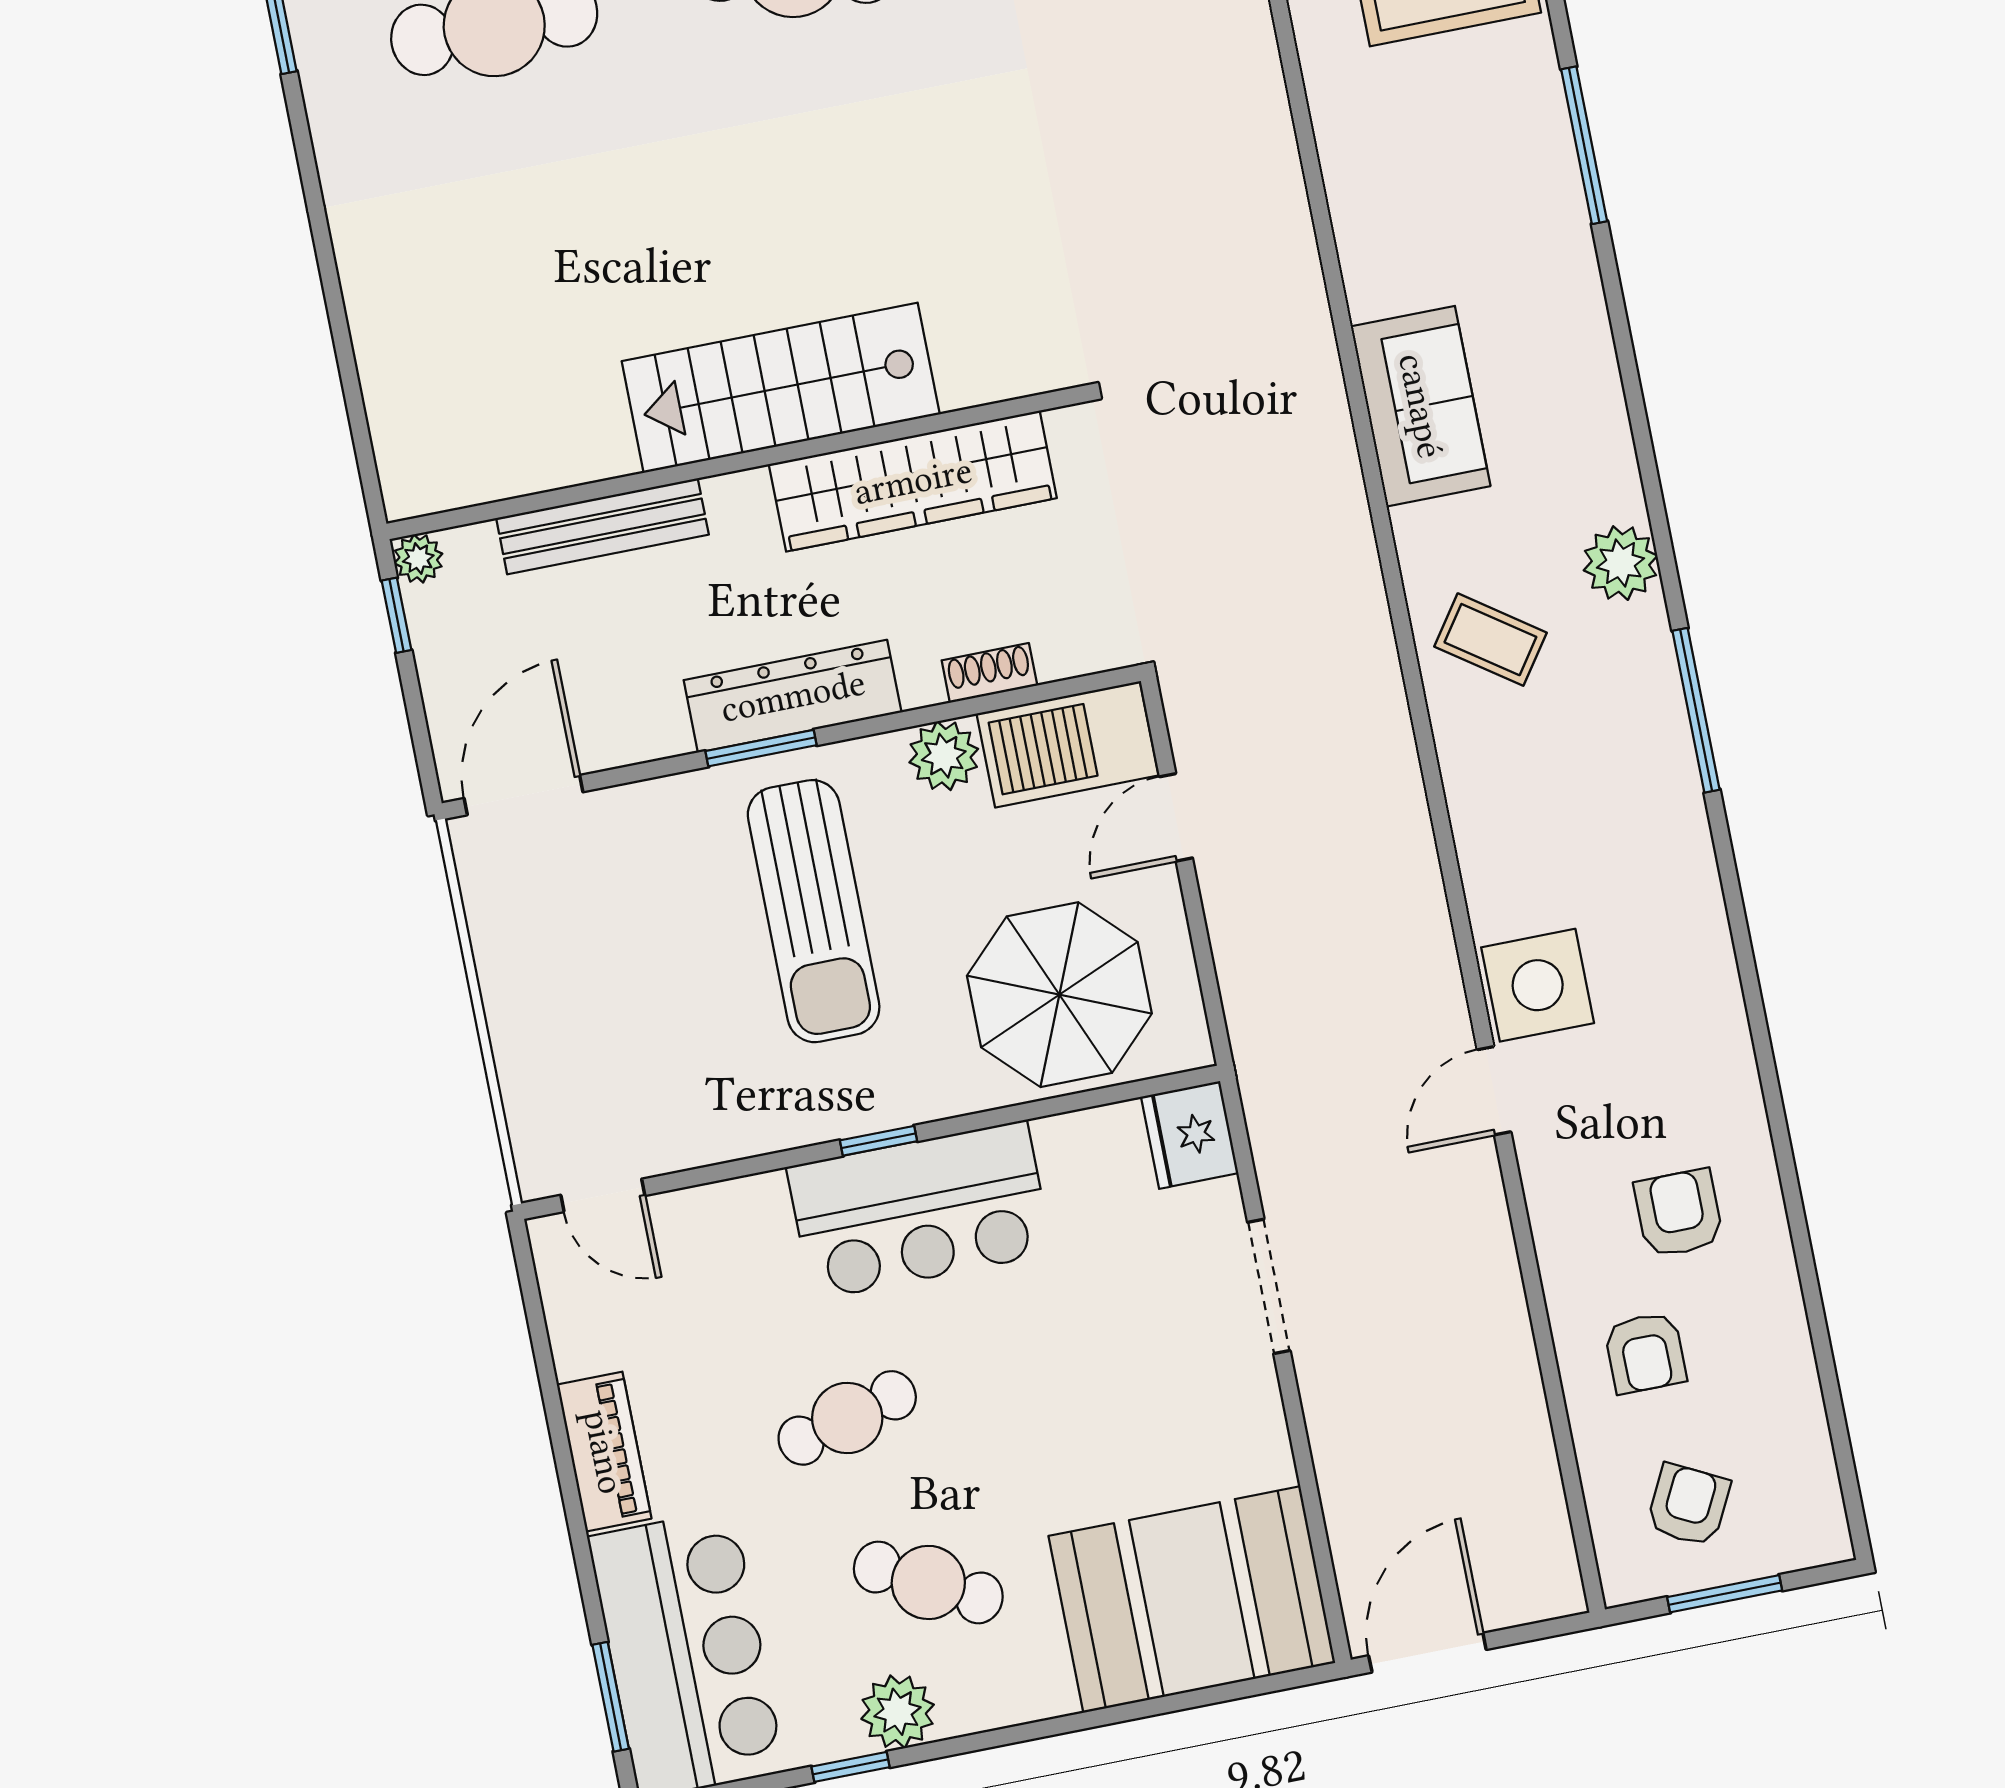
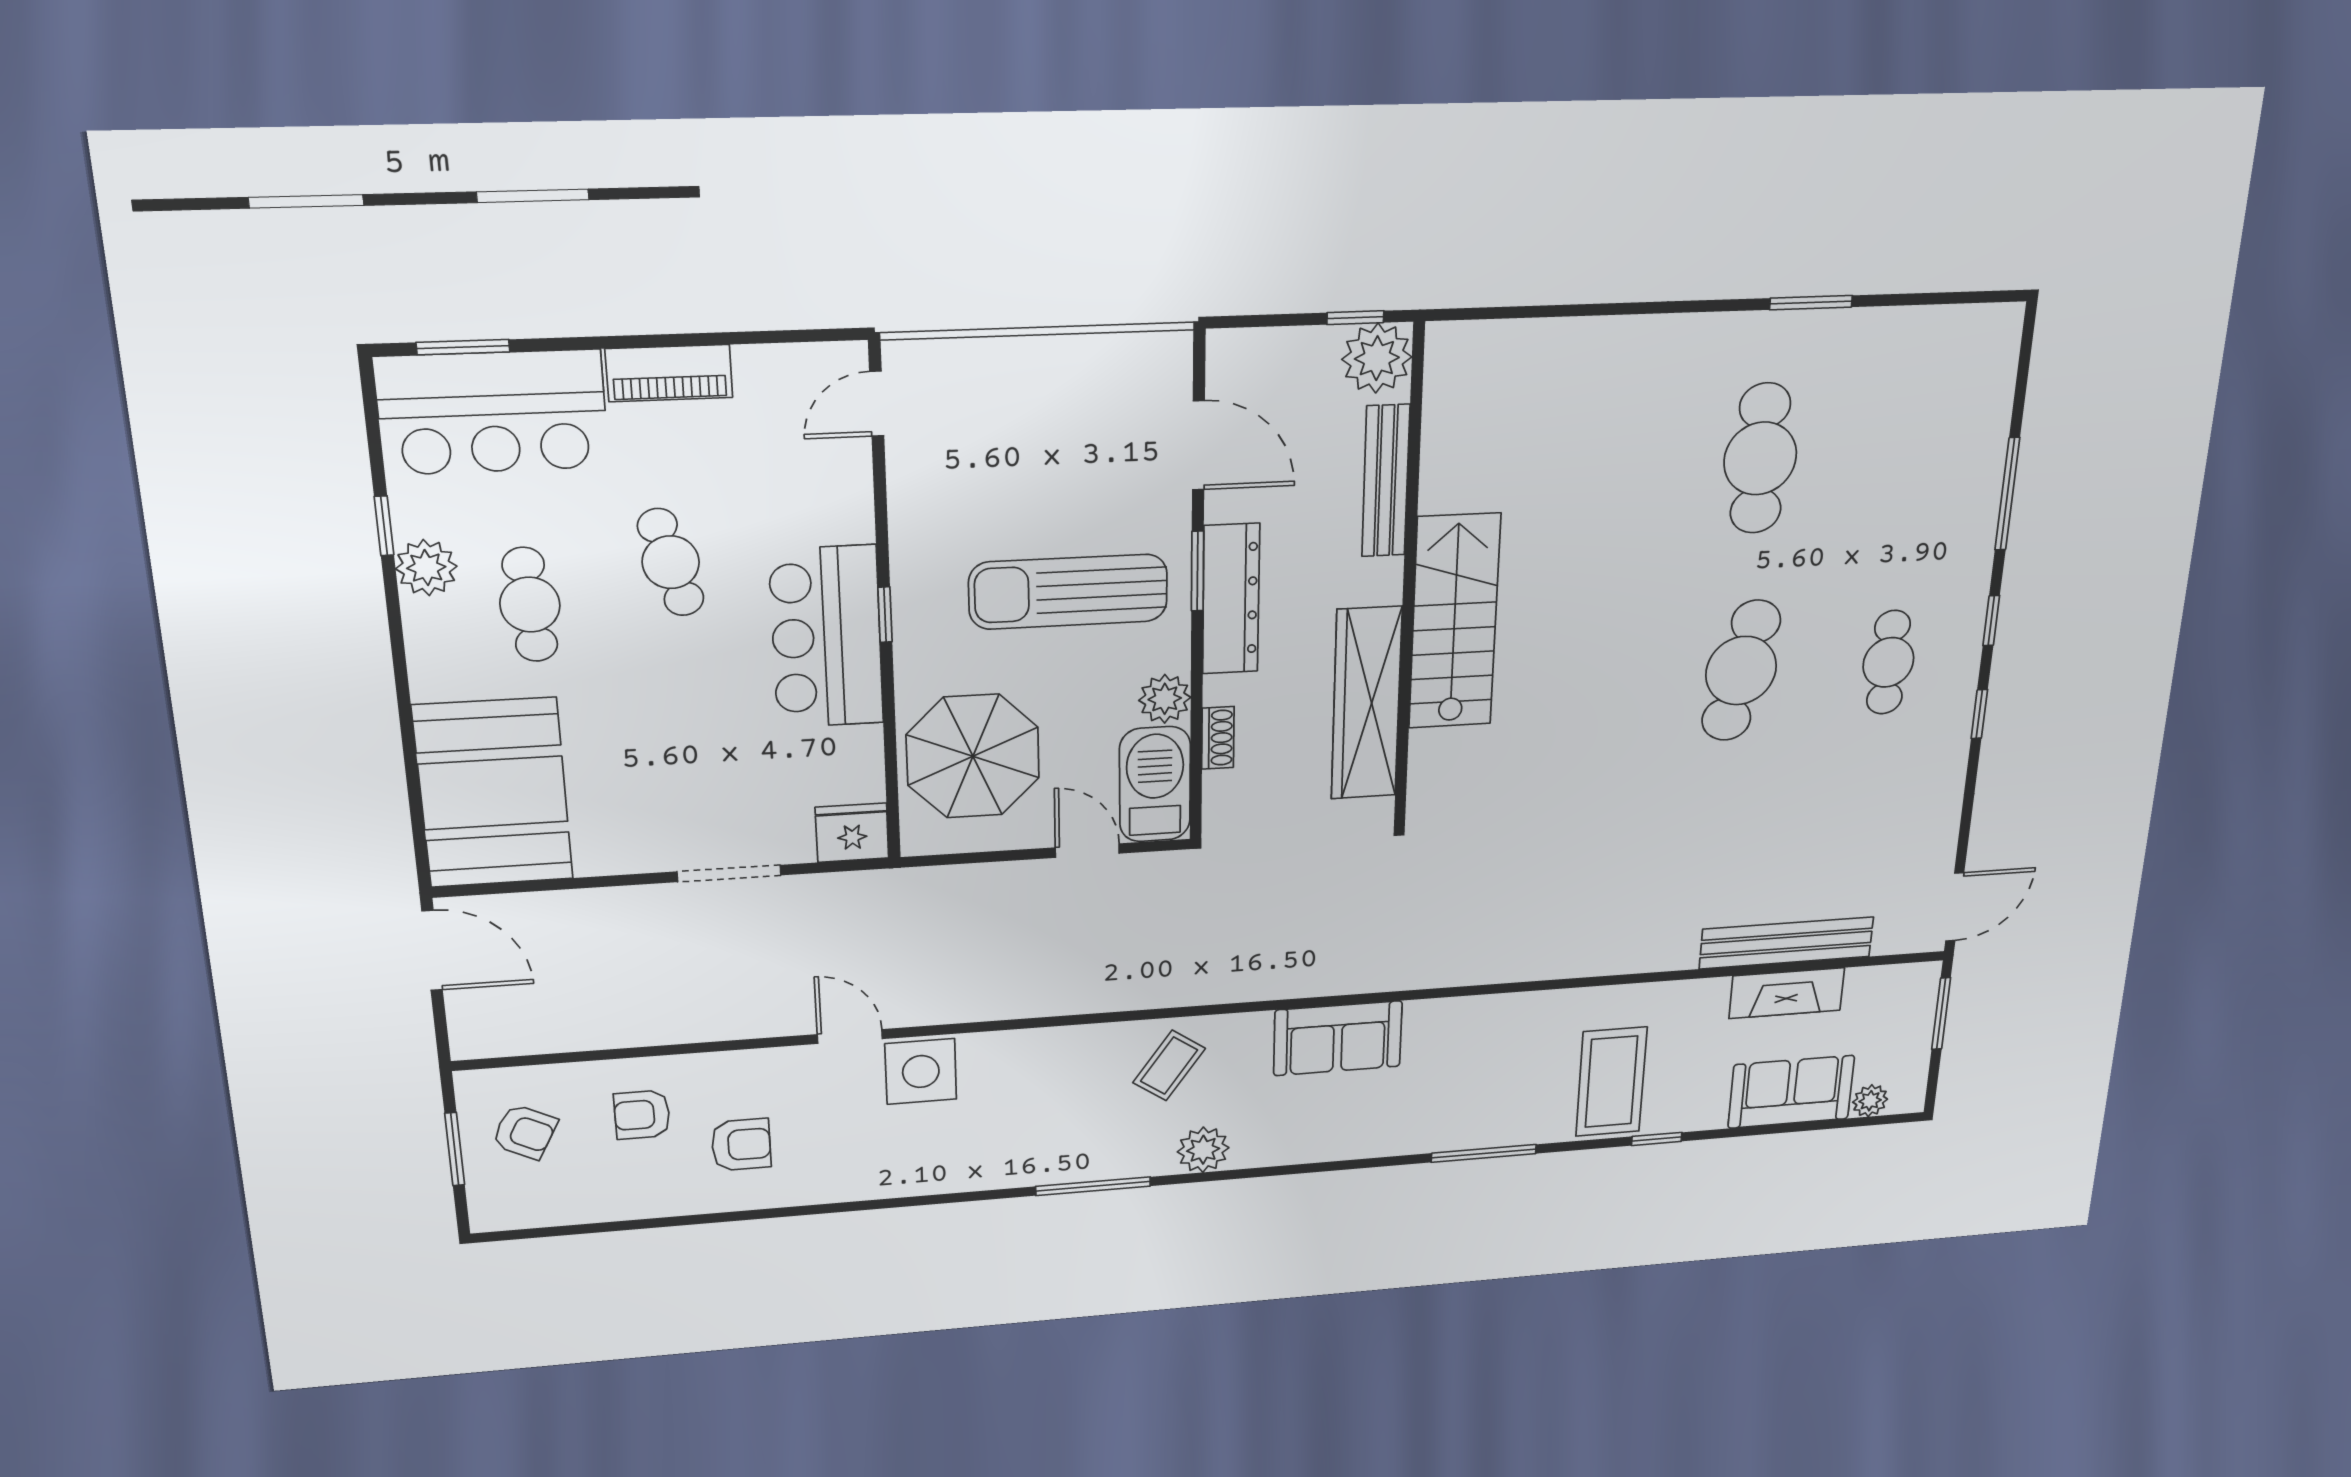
plant: (418, 559) -> (1377, 358), width x1.88, depth x1.88
door: (523, 795) -> (1198, 445), moved
cafe table: (928, 1582) -> (530, 605), turned -32

